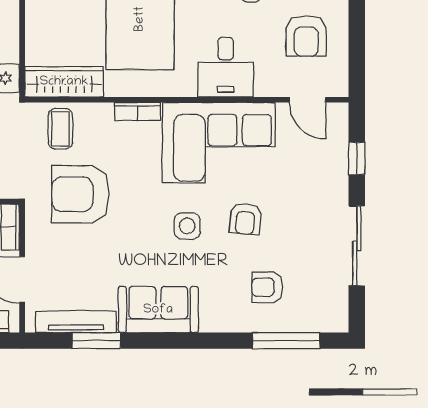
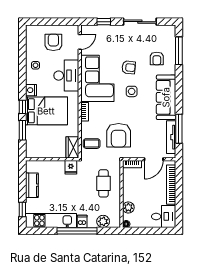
armchair: (306, 36) -> (53, 42), turned -90
desk: (226, 67) -> (66, 76), width x1.37
wardrobe: (64, 82) -> (72, 147), width x0.67
sofa: (158, 310) -> (166, 97), width x1.36
window: (96, 341) -> (179, 129), width x1.44

